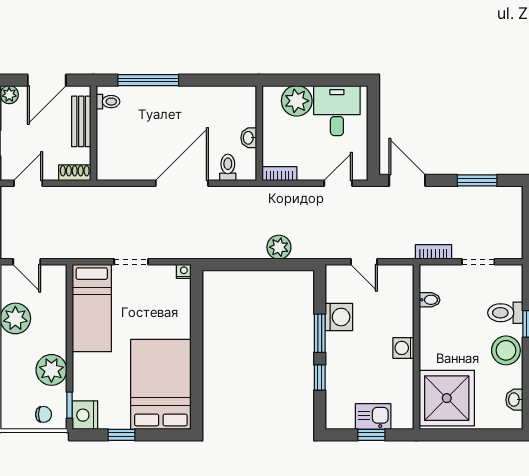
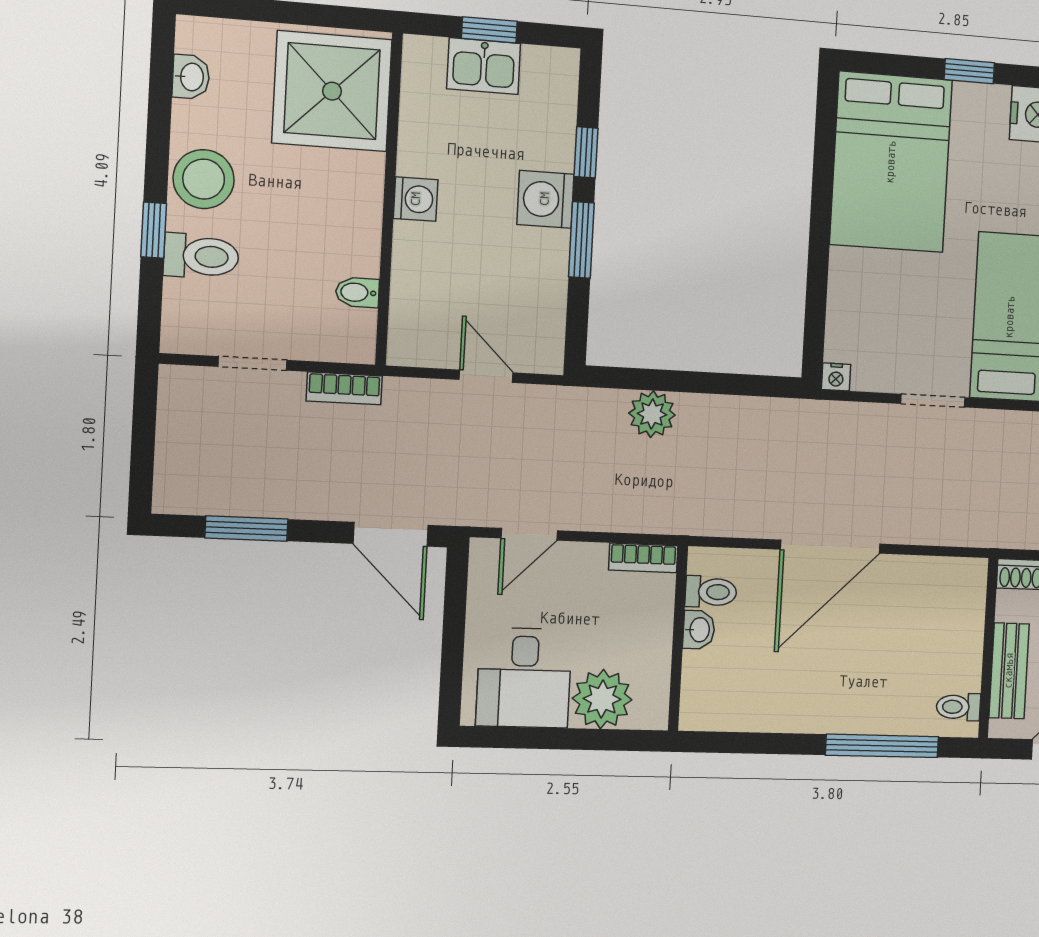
toilet: (228, 167) -> (711, 592), moved, turned -90
washing machine: (339, 317) -> (545, 199), moved

